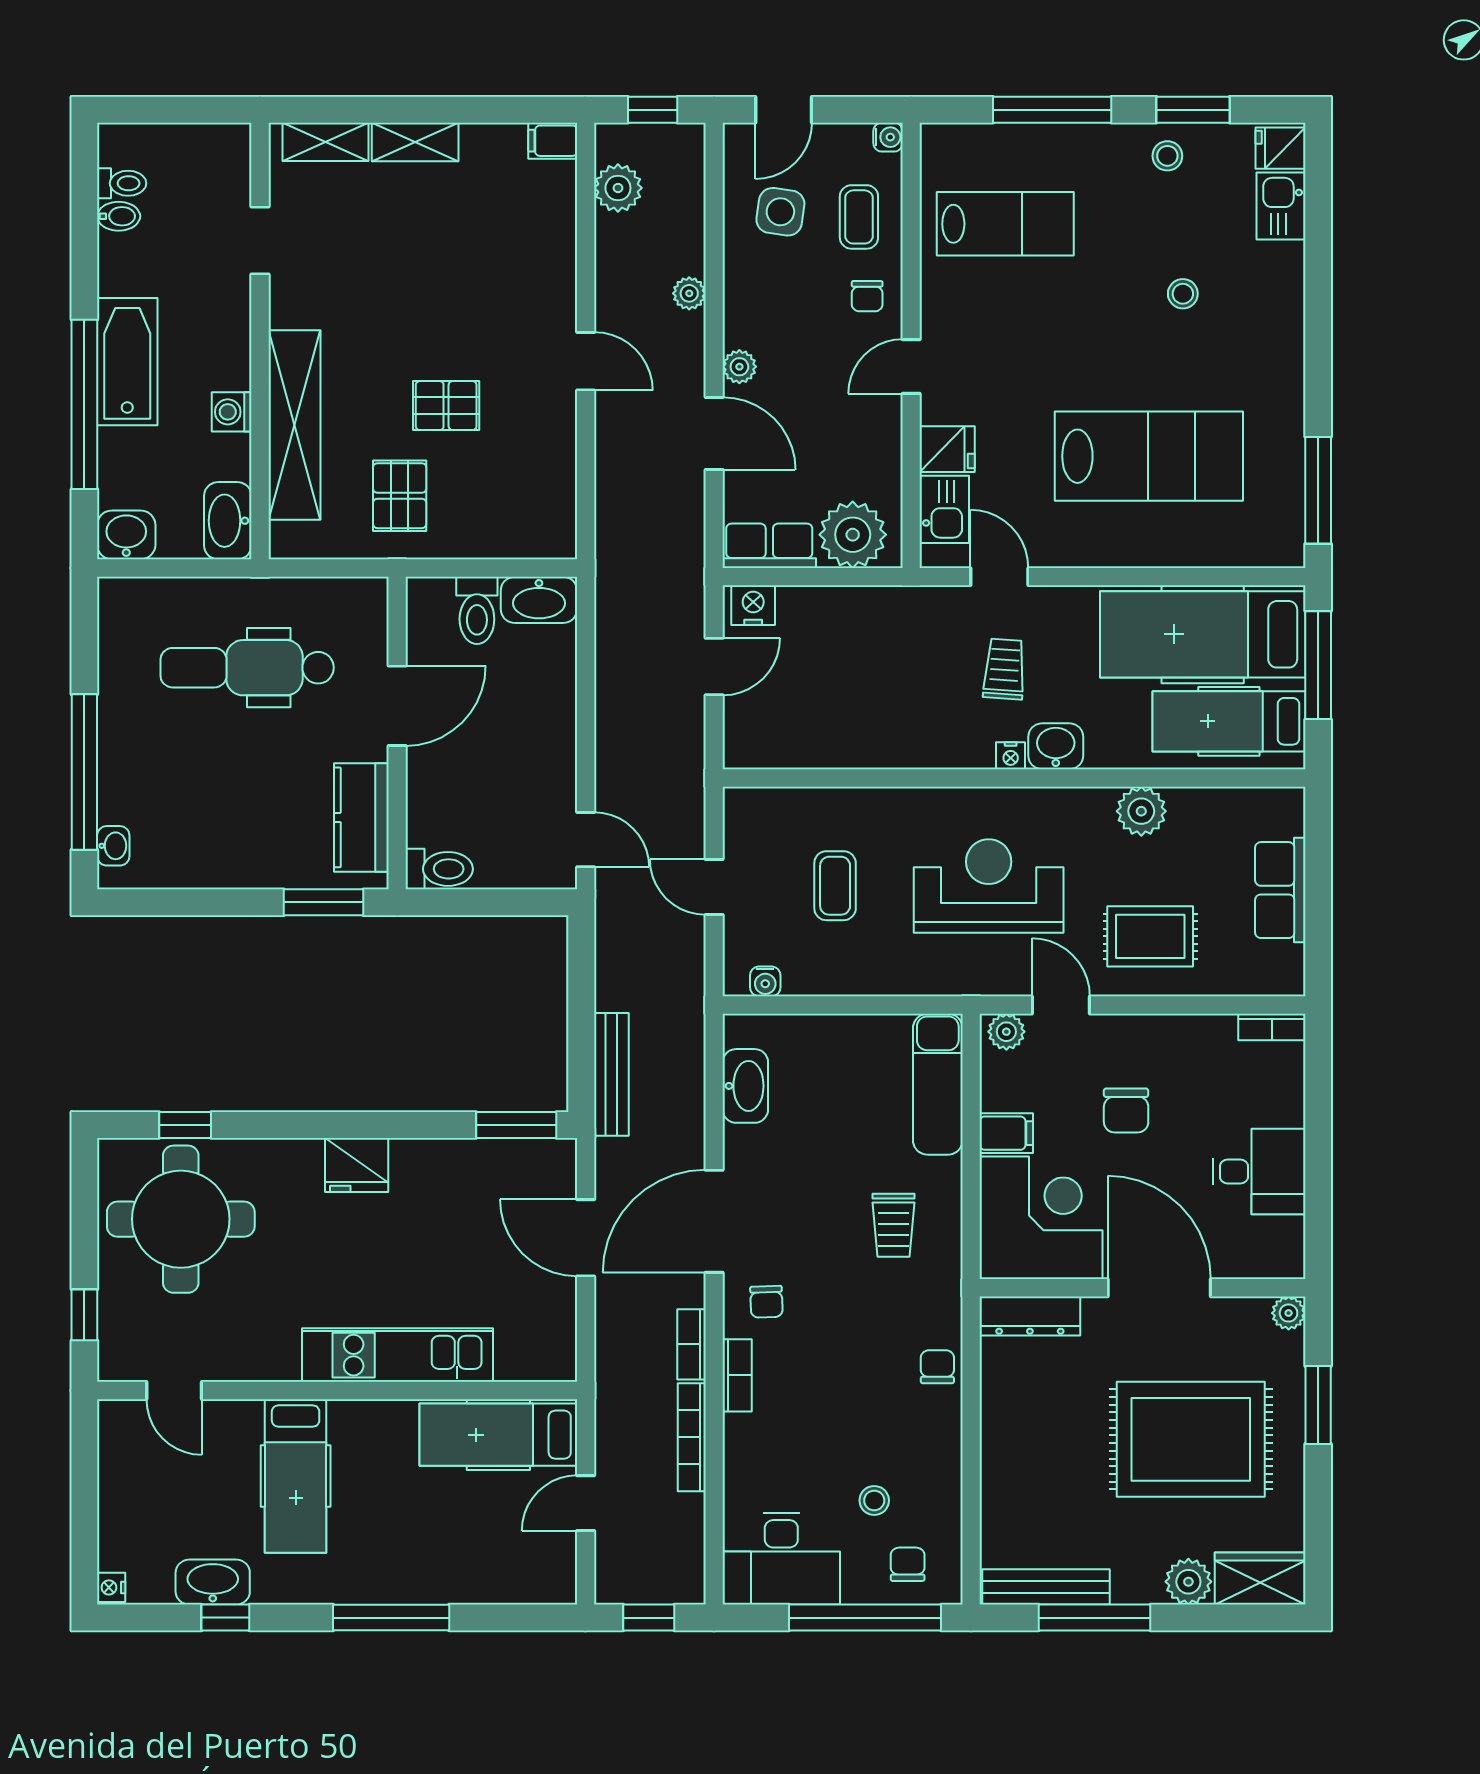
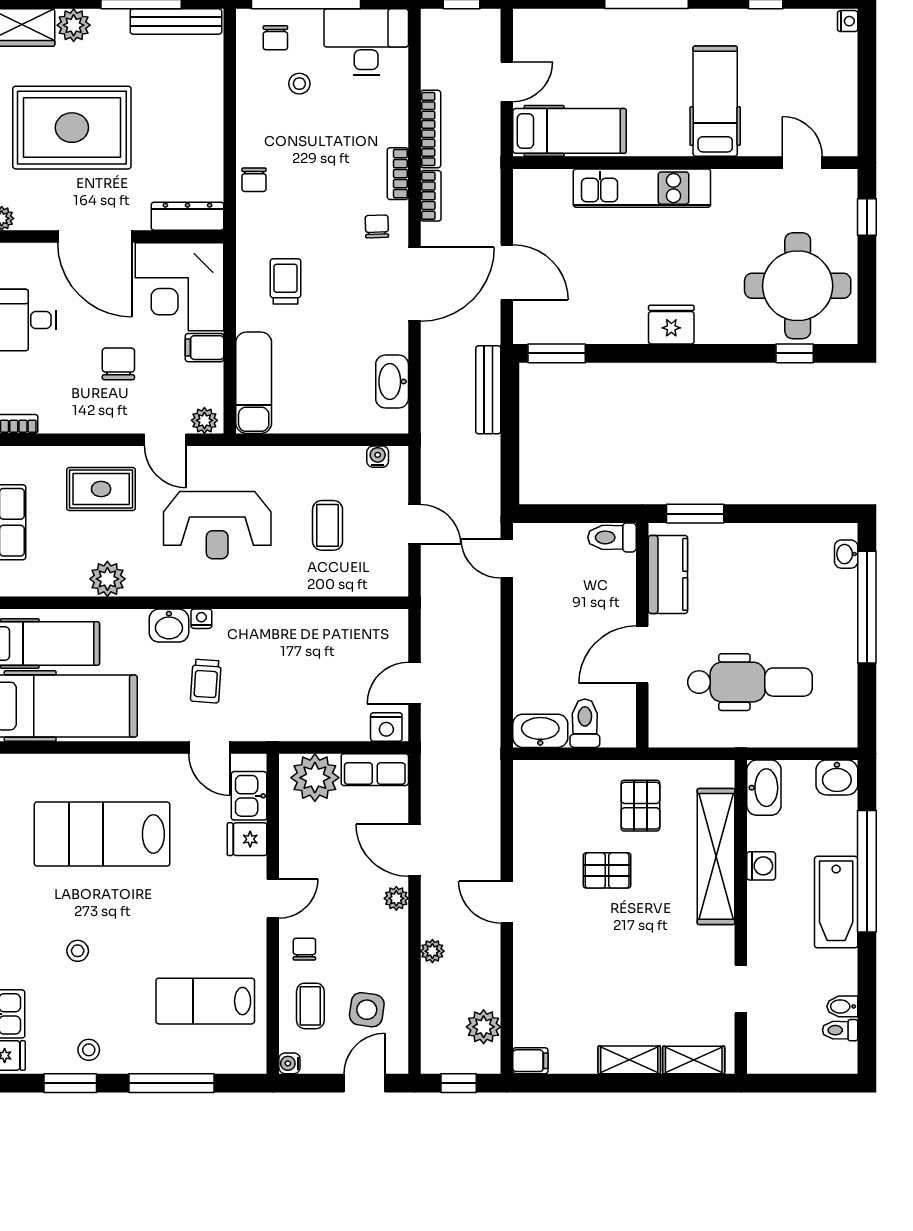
washbasin: (213, 1582) -> (775, 25), removed

